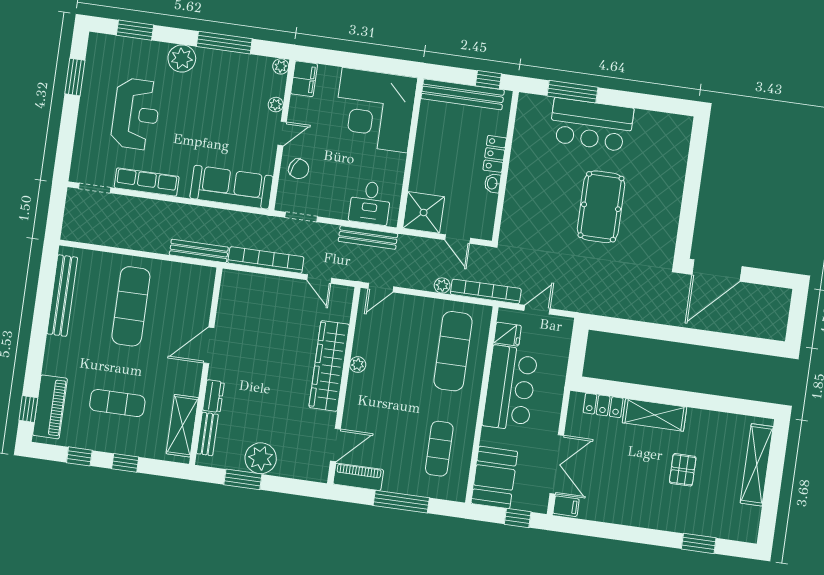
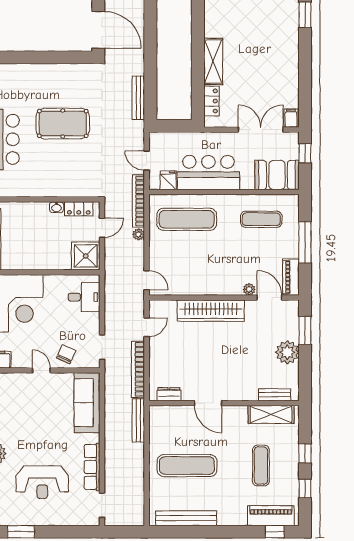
plant: (276, 105) -> (20, 378), removed
reception desk: (136, 114) -> (42, 482), turned 180
locker: (495, 154) -> (79, 209), moved
bench: (368, 238) -> (138, 98), moved
plant: (358, 365) -> (249, 289), moved
dresser: (213, 396) -> (169, 394), moved
pallet: (683, 470) -> (251, 34), removed
window: (243, 479) -> (305, 330), moved

